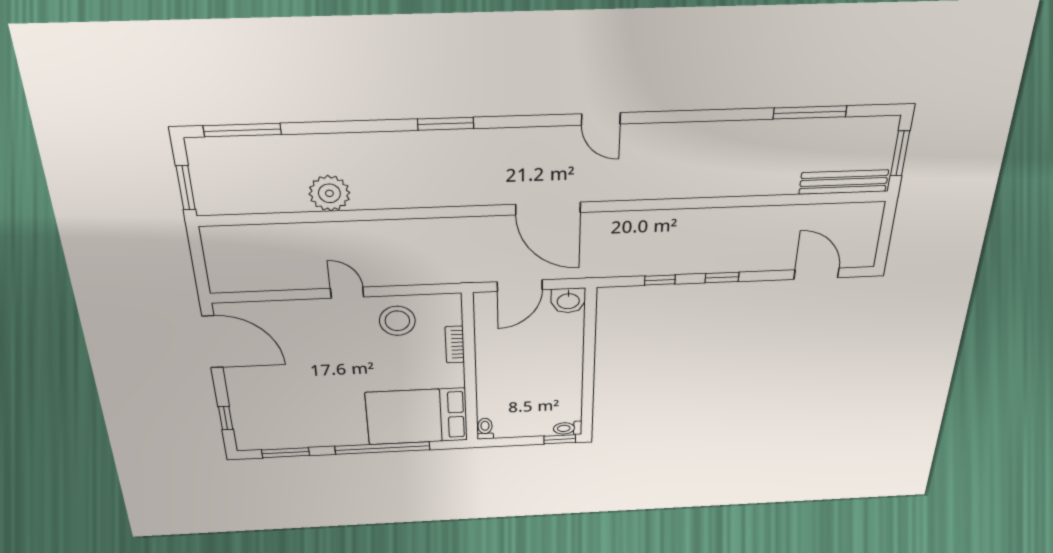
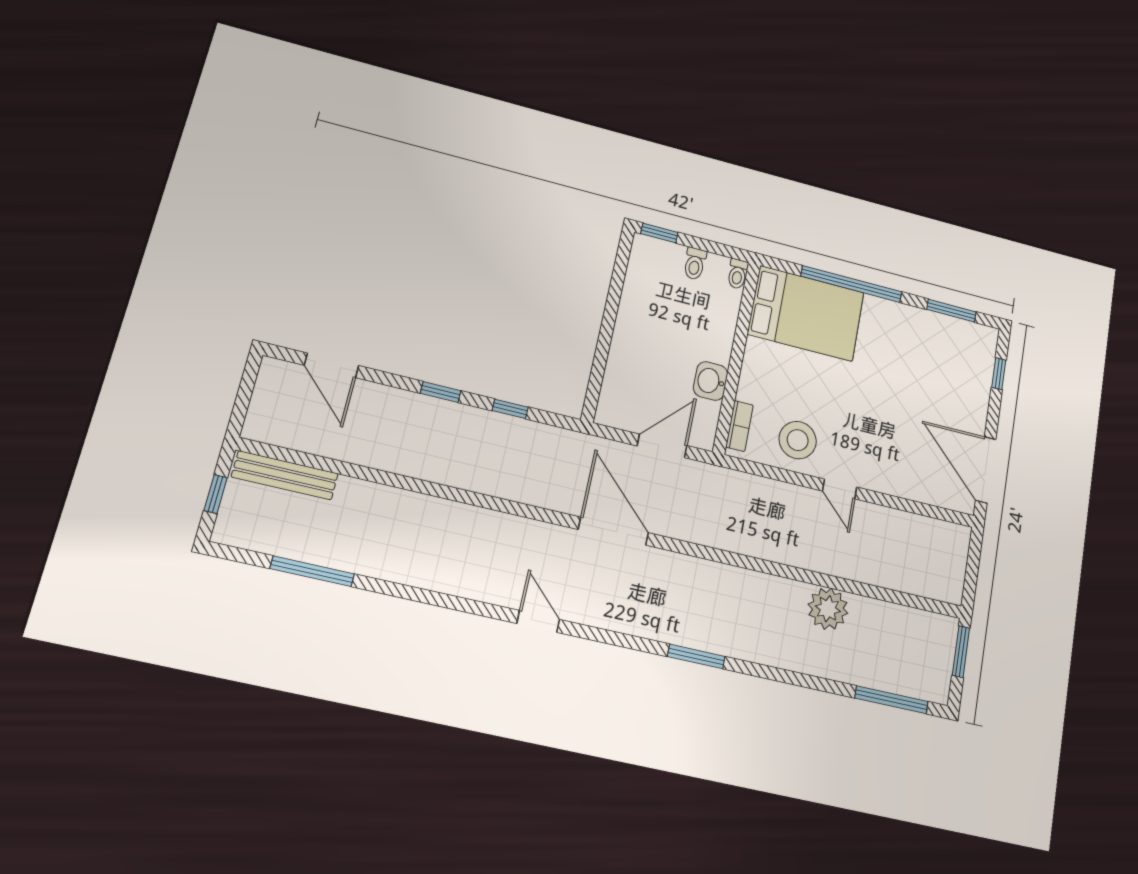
window: (900, 153) -> (216, 494), width x0.67
washbasin: (568, 301) -> (711, 381), moved, turned -90
bookcase: (455, 345) -> (739, 426), moved
toilet: (568, 428) -> (695, 264), moved, turned 90

